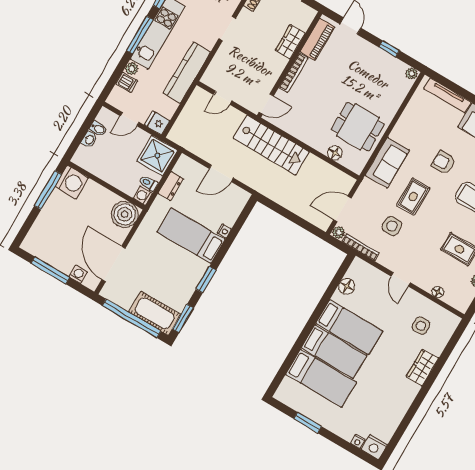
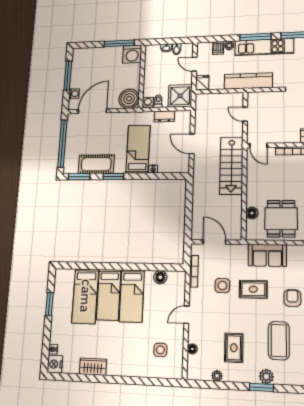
plant: (339, 232) -> (196, 249), removed
cot: (155, 313) -> (96, 164), moved, turned 90
wardrobe: (422, 368) -> (93, 367), moved

